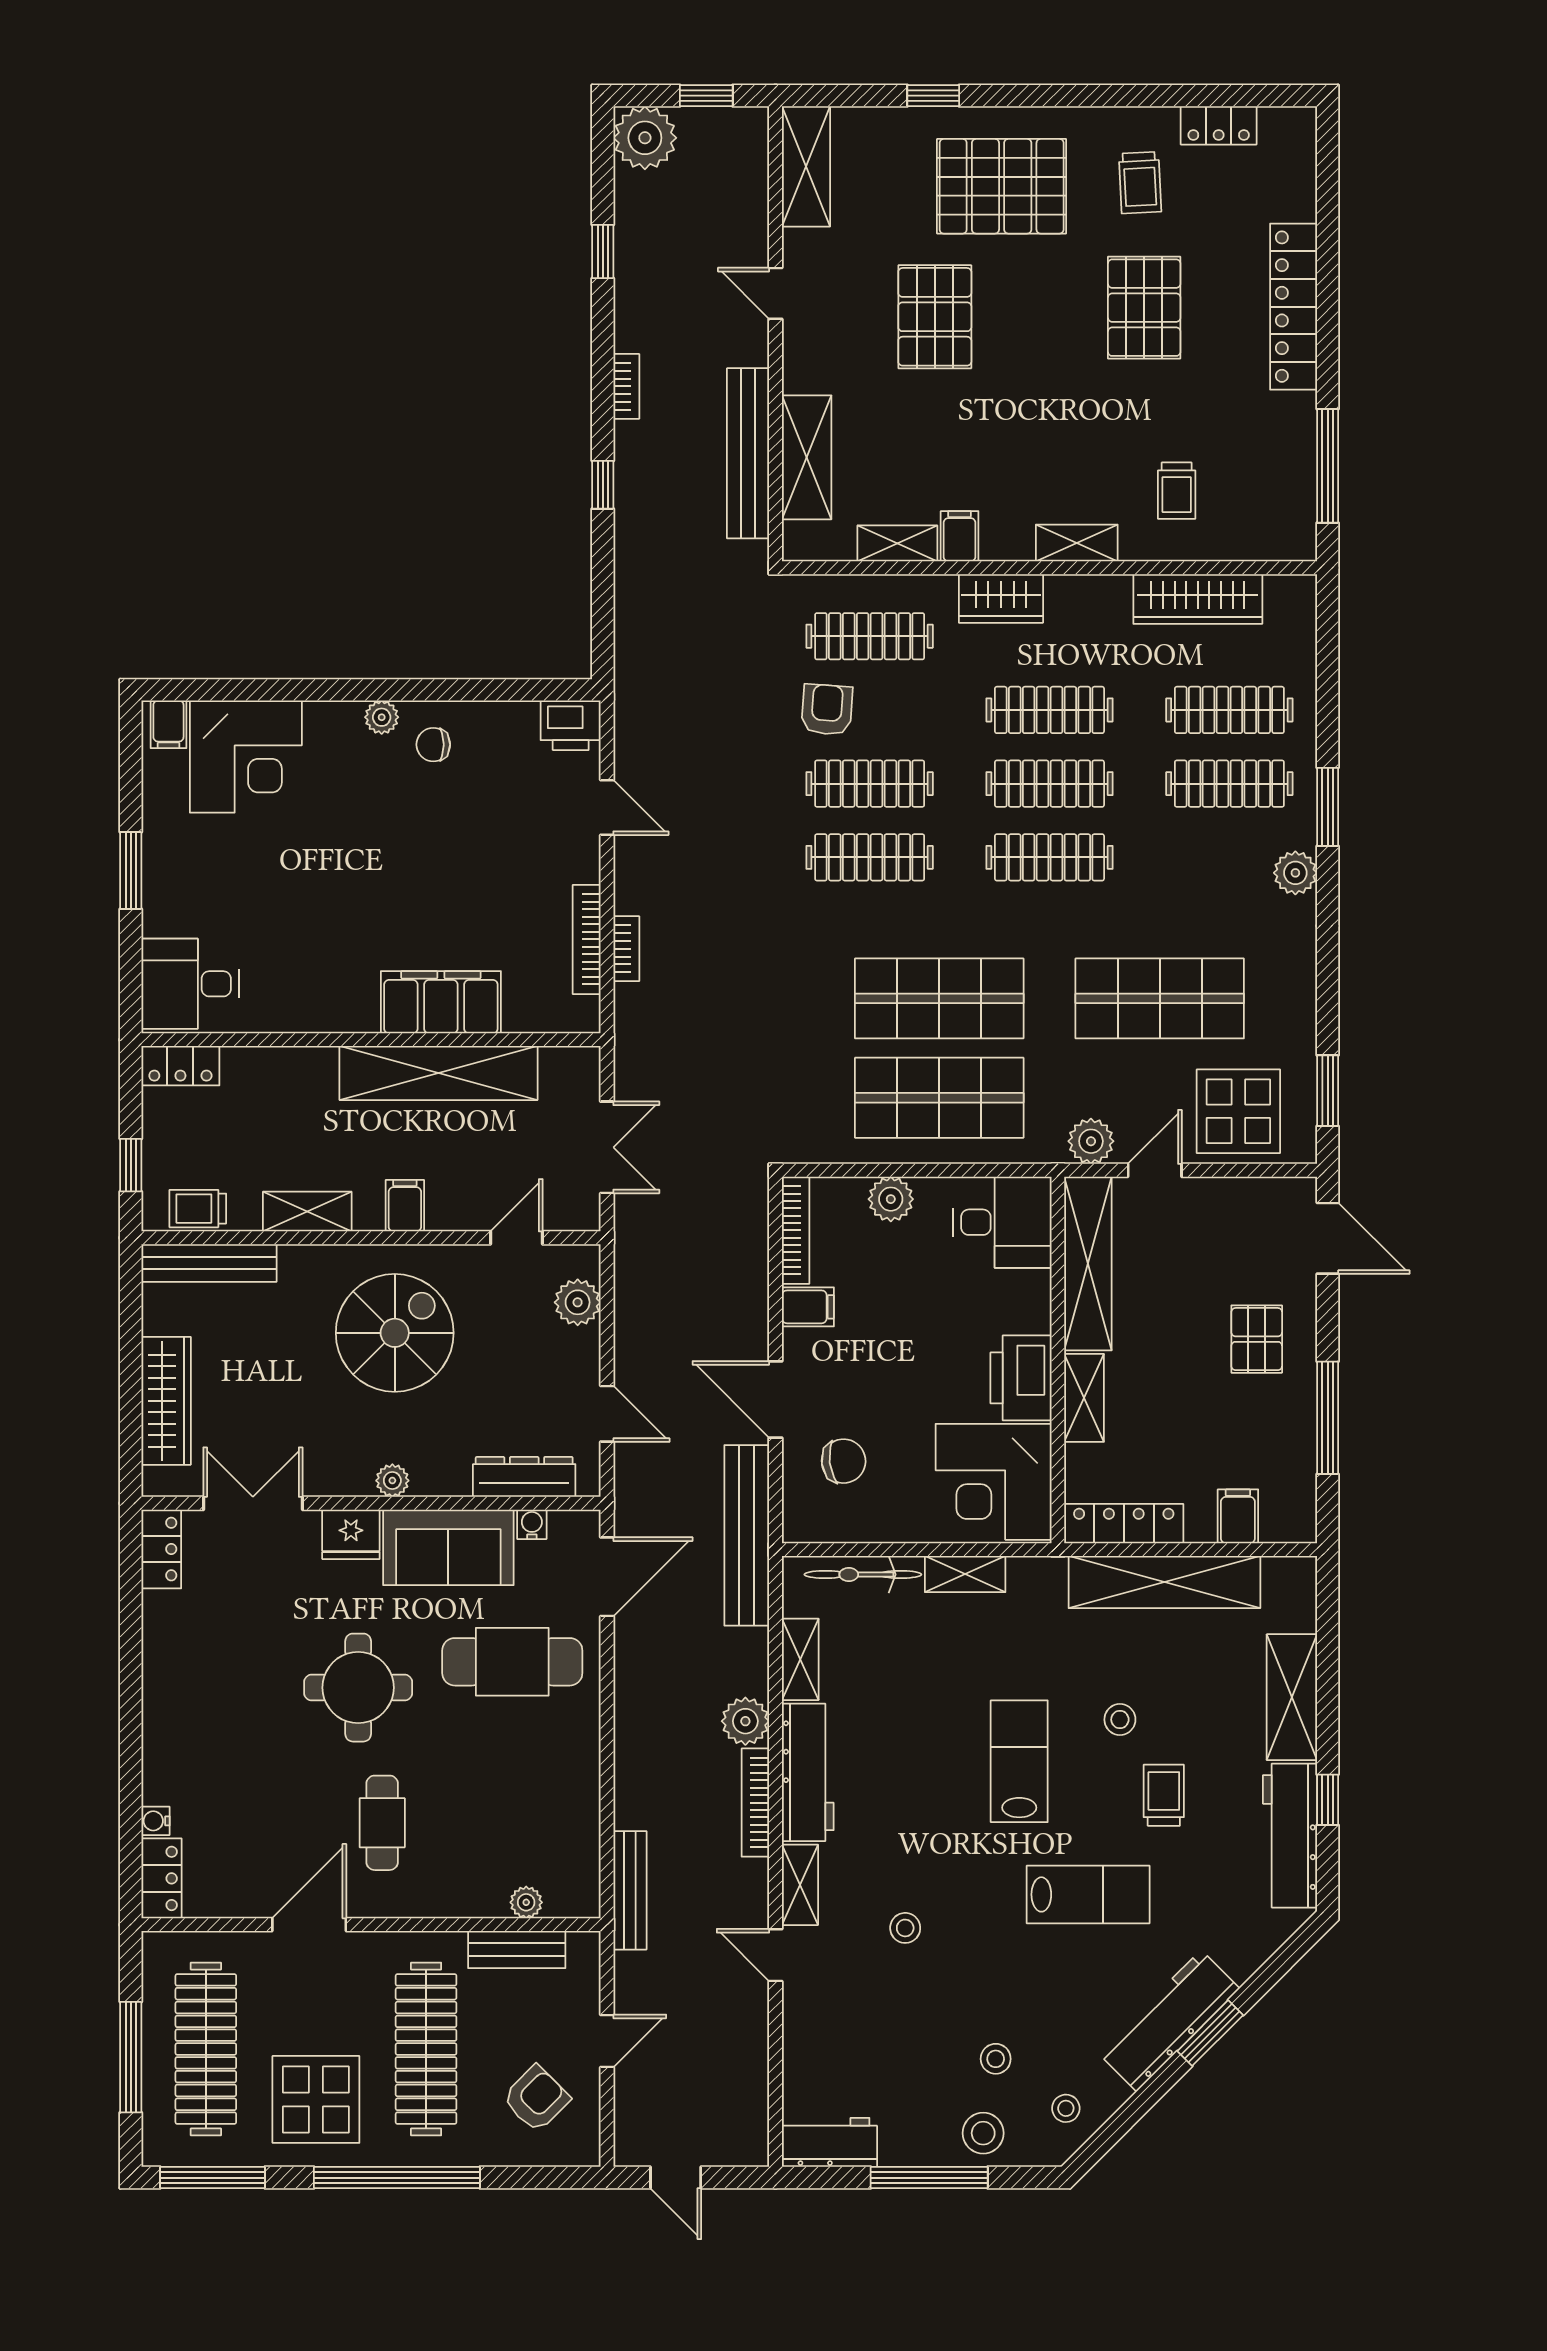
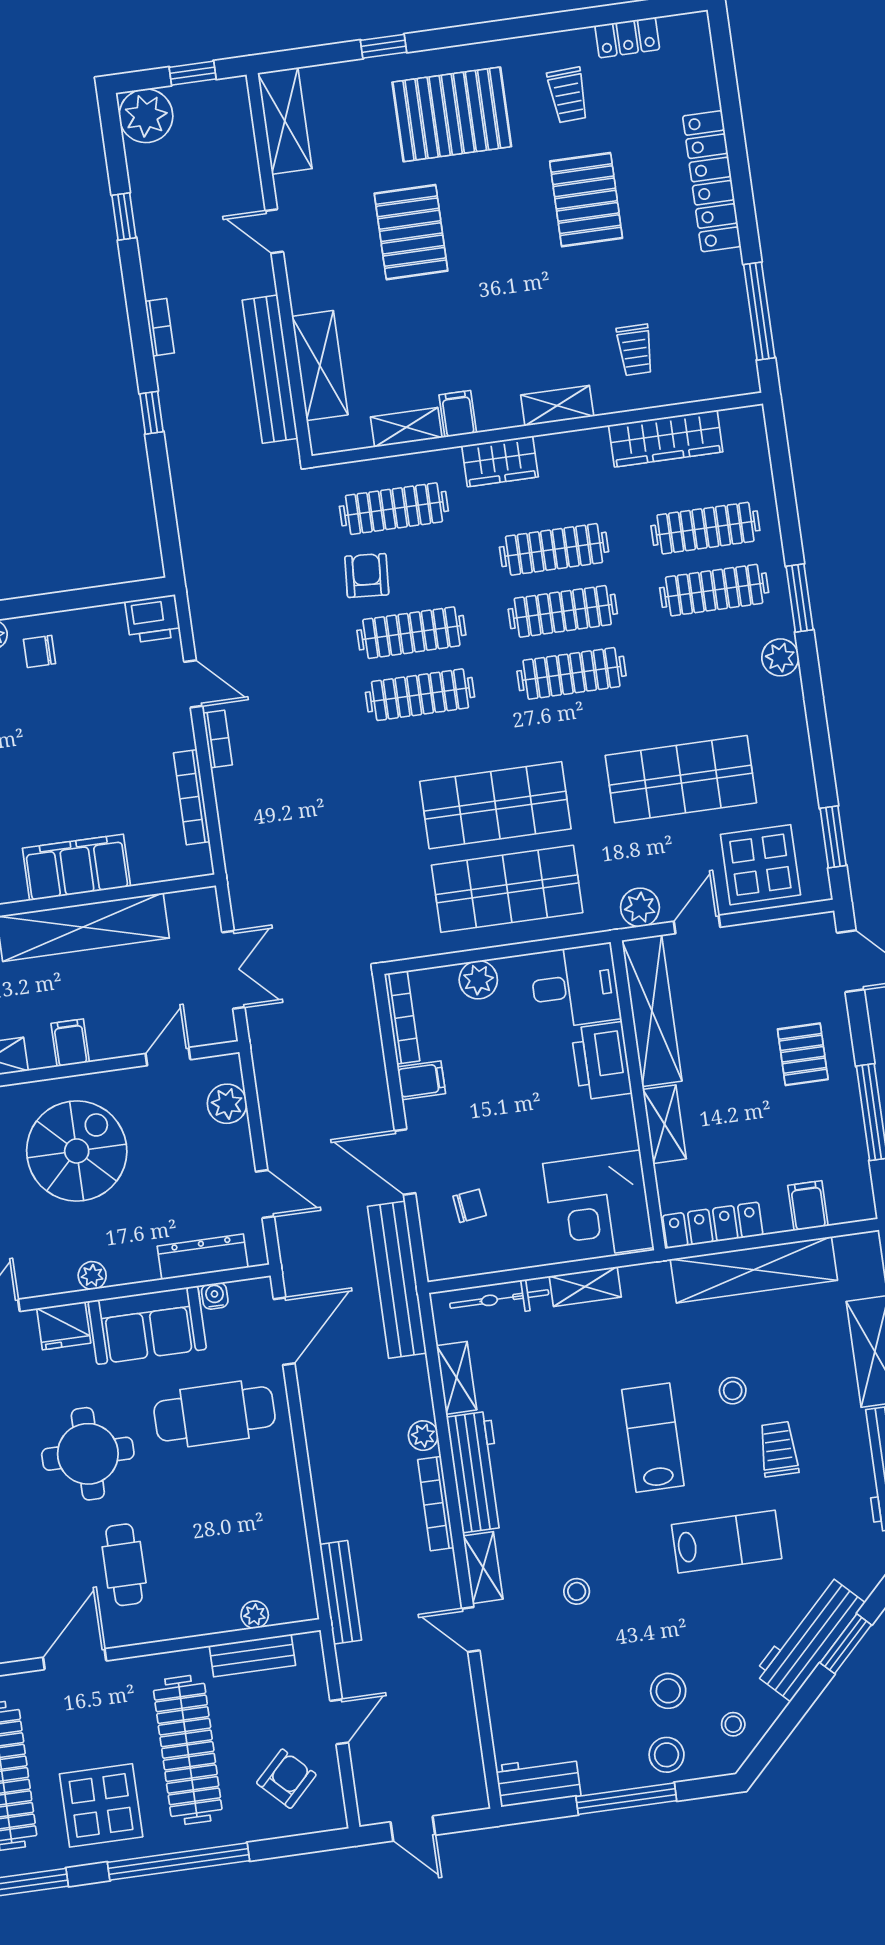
bookcase: (626, 949) -> (218, 739), moved
printer: (1021, 1378) -> (601, 1061), moved
chair: (844, 1461) -> (470, 1206), width x0.73, depth x0.73
plant: (745, 1721) -> (423, 1436), width x0.73, depth x0.73
stool: (996, 2059) -> (668, 1691), width x1.37, depth x1.37

